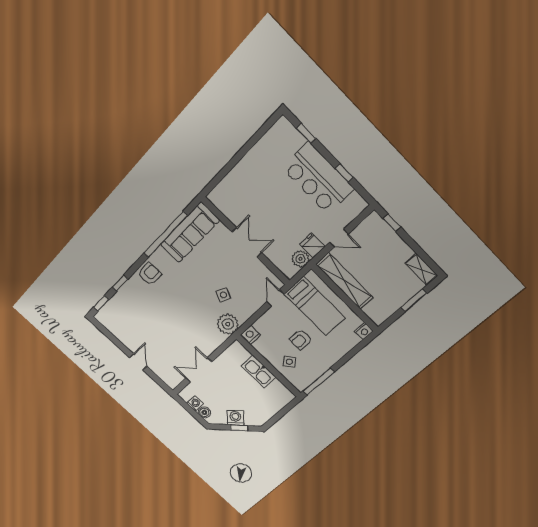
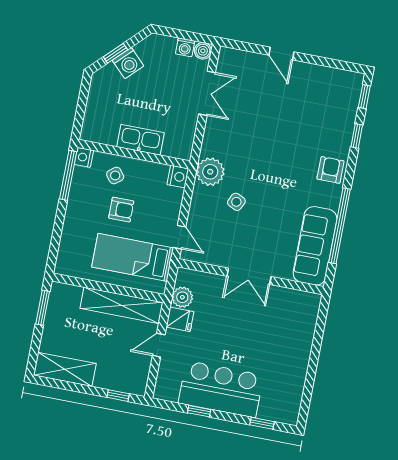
shelving: (421, 269) -> (65, 369), width x1.50, depth x1.33
armchair: (150, 274) -> (330, 170), turned 180
window: (414, 300) -> (43, 308), moved
nightstand: (364, 331) -> (84, 157), moved
armchair: (300, 340) -> (121, 210), turned 90
boiler: (204, 412) -> (203, 51), moved

